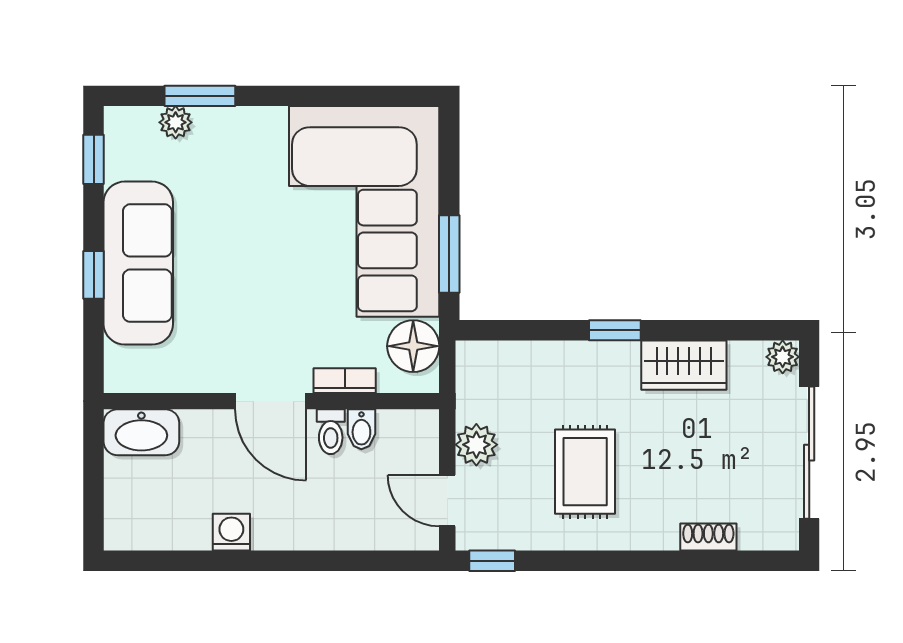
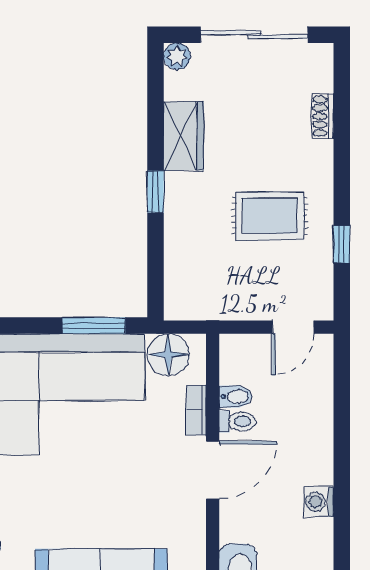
plant: (476, 445) -> (248, 304), removed
window: (492, 561) -> (342, 244), moved

